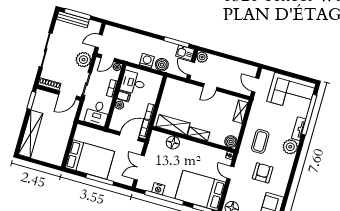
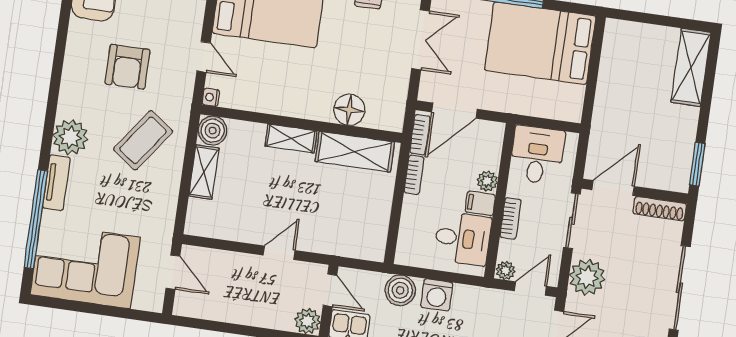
shelving: (240, 112) -> (204, 172), moved
shelving: (31, 134) -> (691, 67), width x0.68
coffee table: (260, 141) -> (143, 140), turned 36

